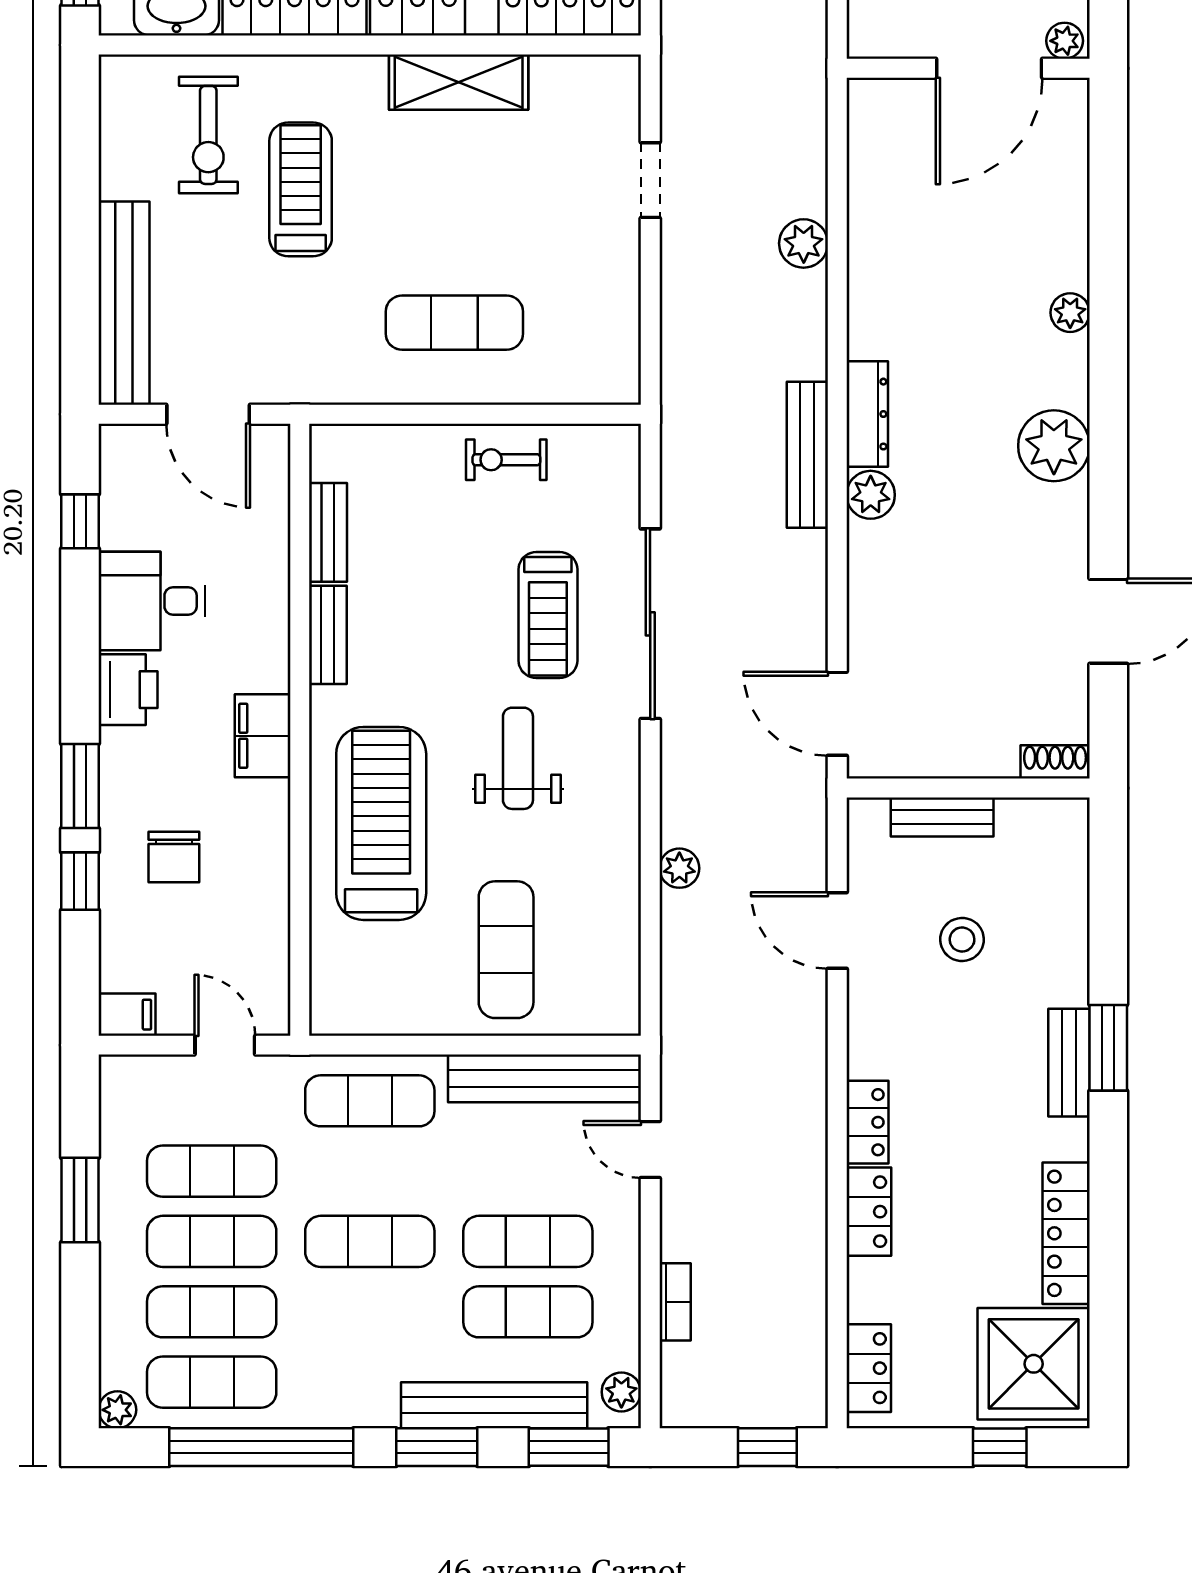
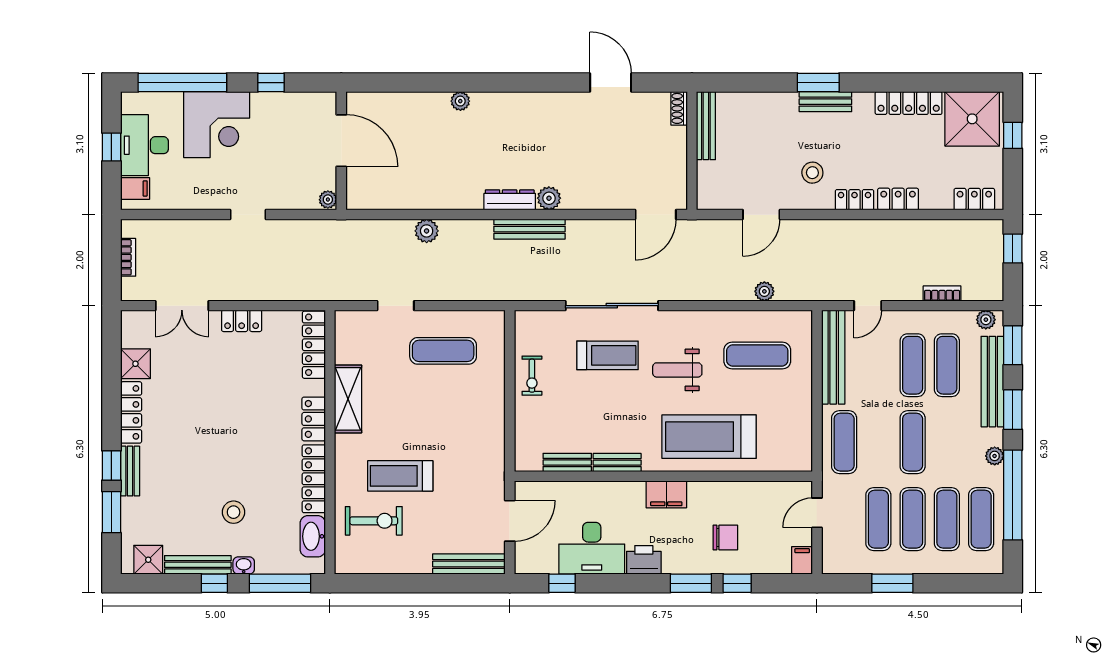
plant: (1065, 41) -> (328, 200), moved
bench: (124, 303) -> (469, 564), width x0.73, depth x0.82
exercise mat: (454, 323) -> (443, 351), moved, turned 90
plant: (1054, 446) -> (525, 109), removed
desk: (152, 601) -> (592, 548), width x1.37
bench: (942, 817) -> (706, 126), moved, width x1.36
plant: (679, 868) -> (764, 291), moved
stool: (962, 940) -> (812, 173), moved
exercise mat: (506, 950) -> (757, 356), moved
plant: (117, 1410) -> (995, 456), moved

